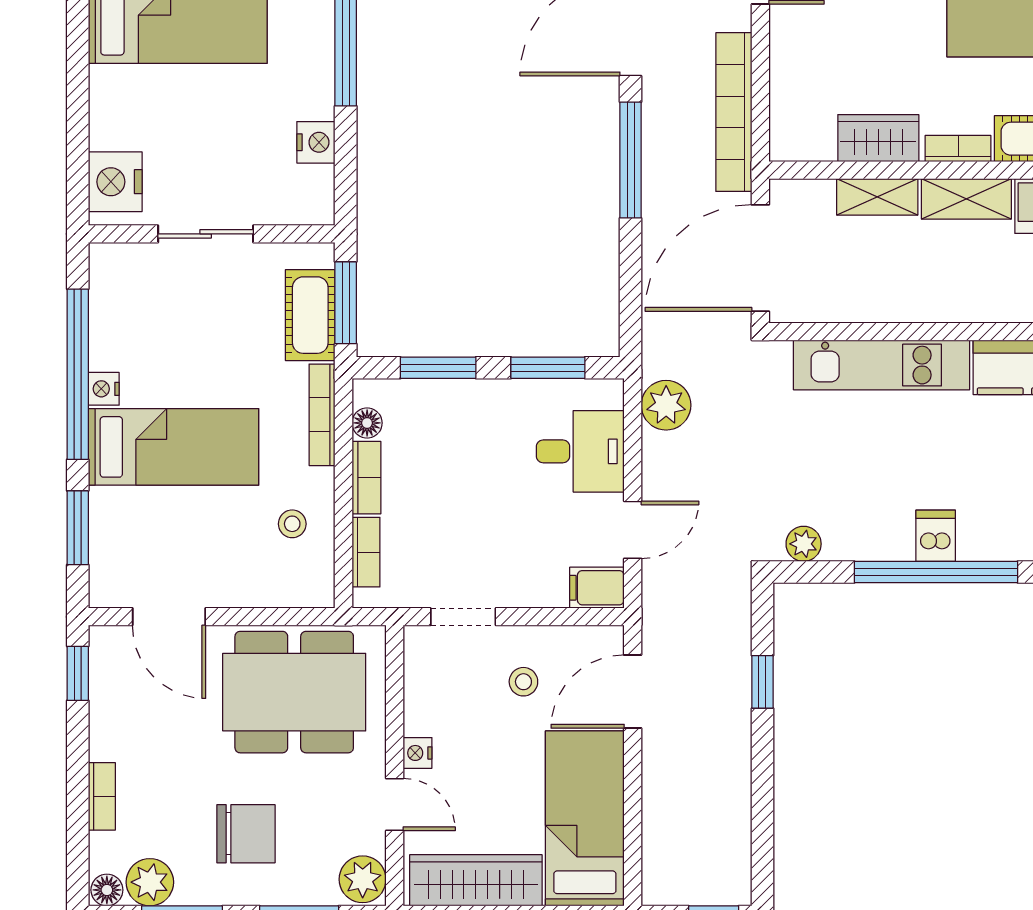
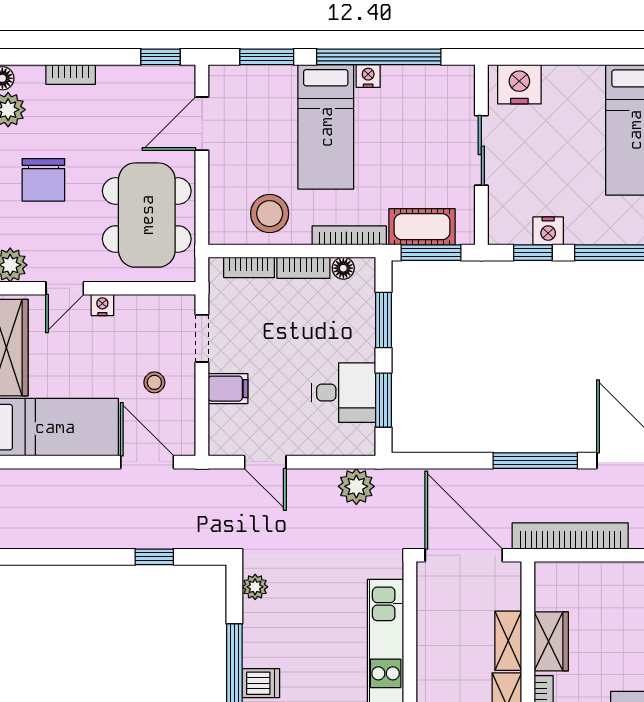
window: (346, 163) -> (533, 253), added
desk: (580, 451) -> (344, 393), moved, turned -90
stool: (292, 524) -> (270, 214), width x1.89, depth x1.89
filing cabinet: (597, 588) -> (228, 389), moved, turned 90

